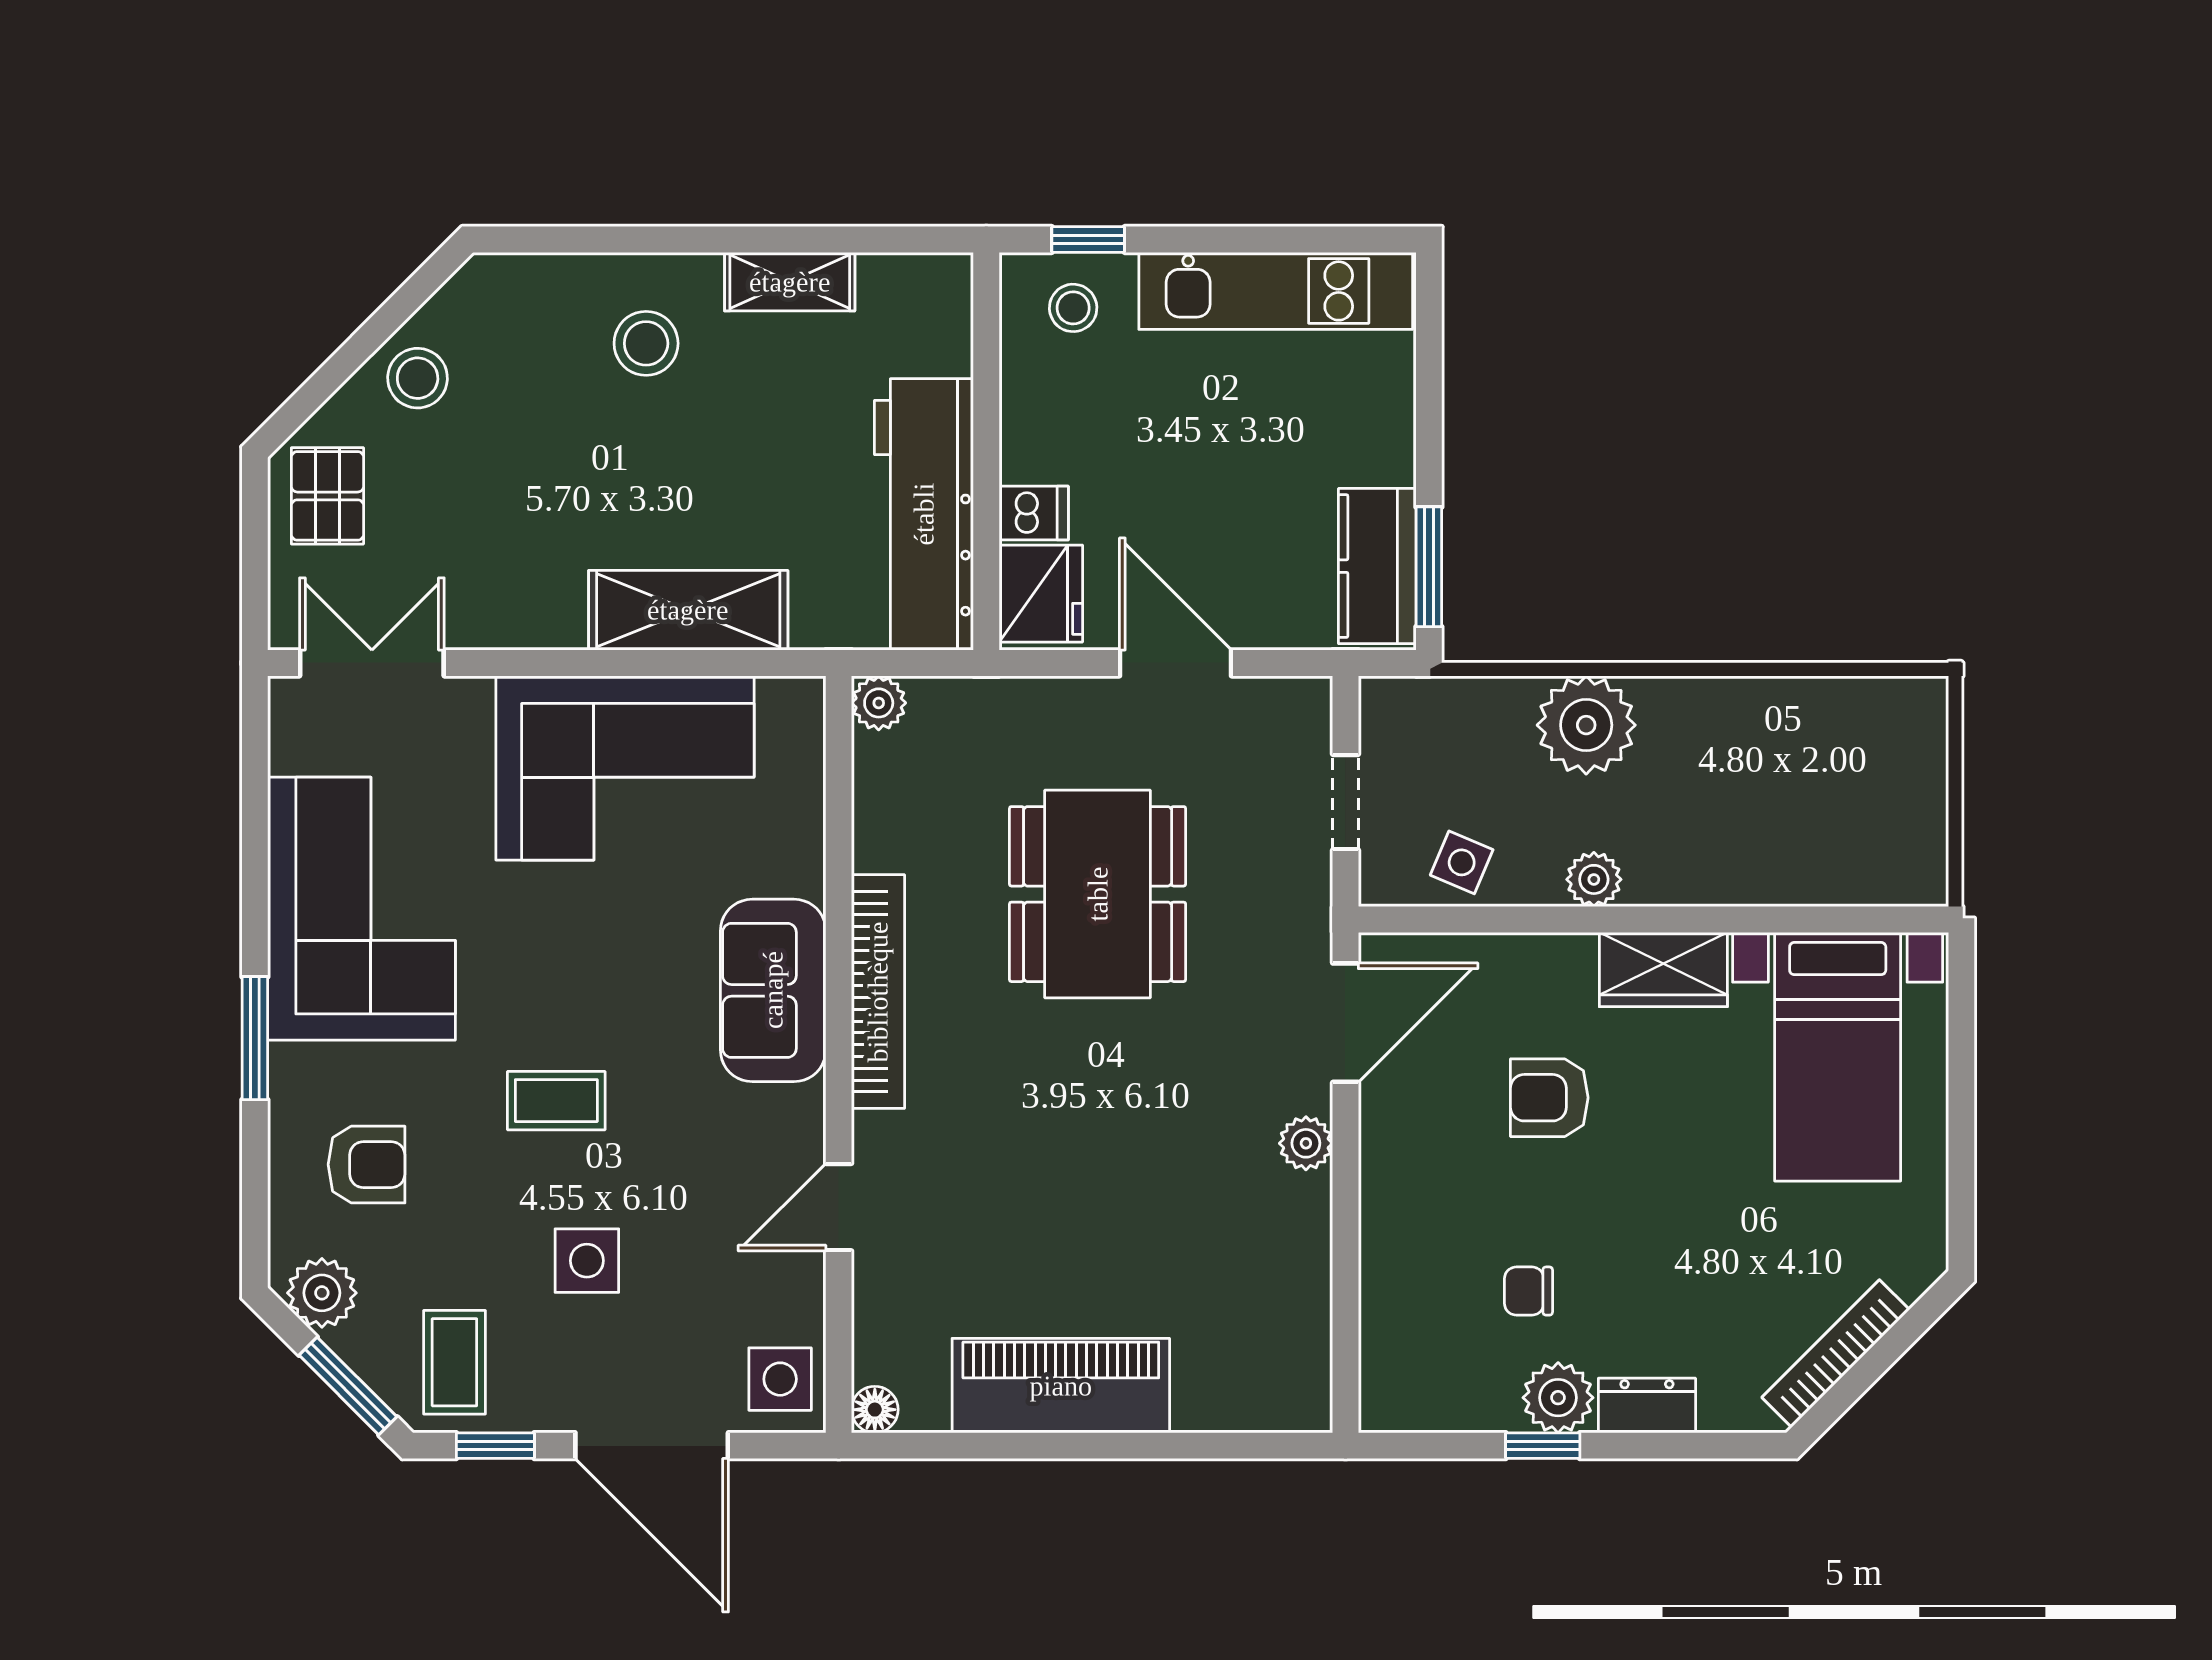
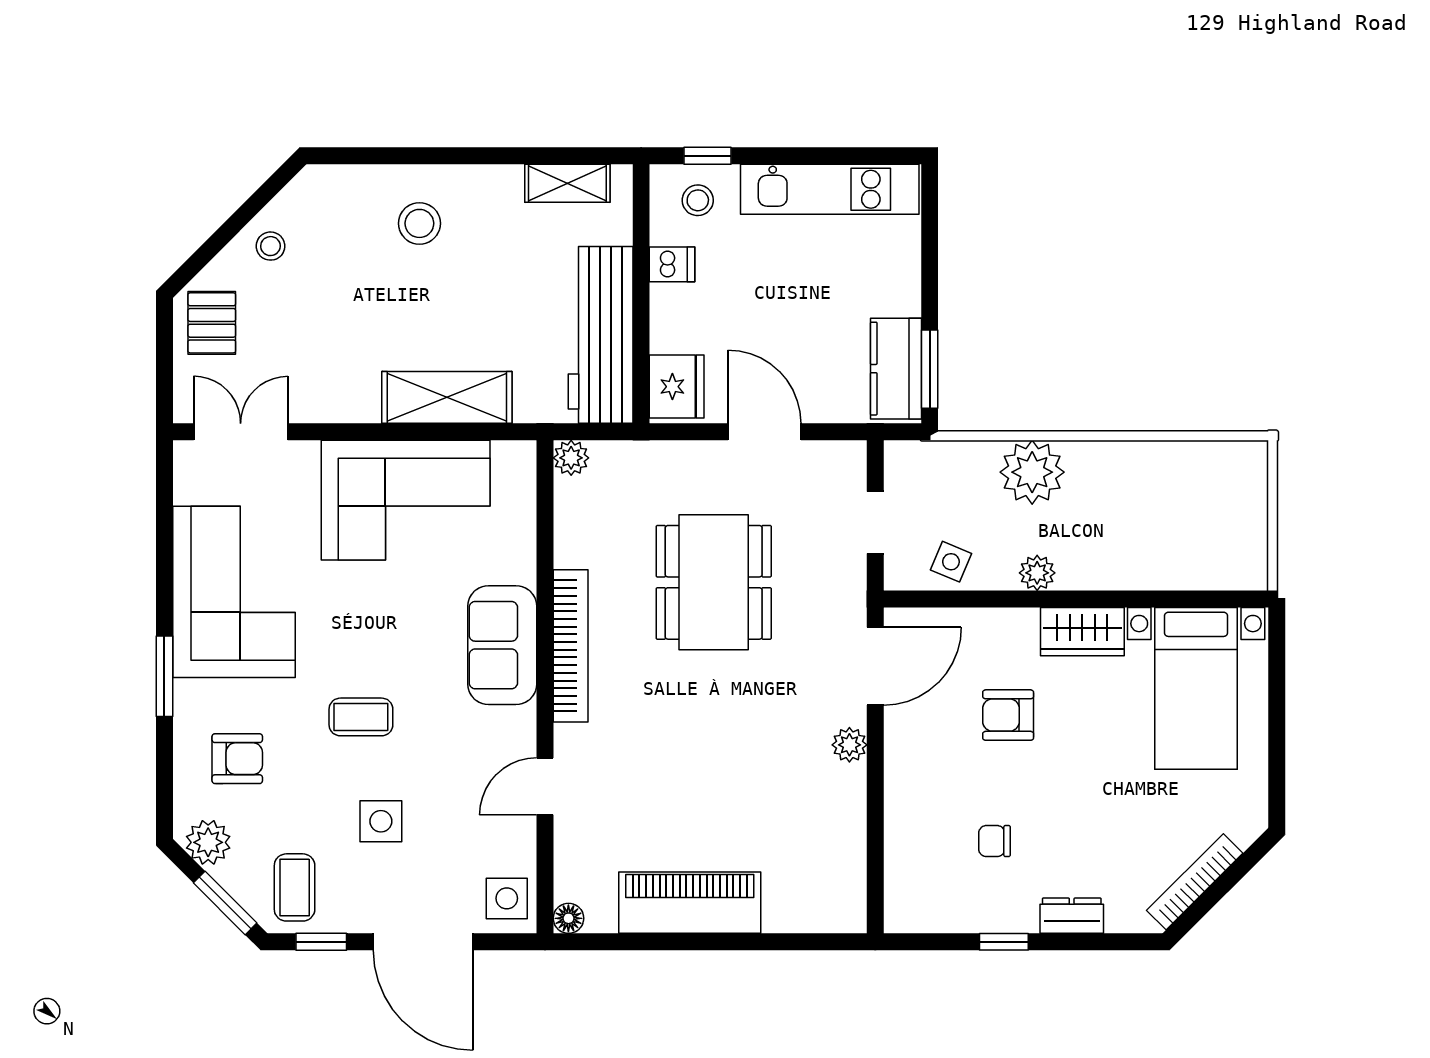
shelving: (790, 282) -> (567, 183), moved
stool: (418, 378) -> (270, 246), width x0.73, depth x0.73
dishwasher: (1034, 513) -> (672, 264), moved
plant: (1558, 1398) -> (1014, 911), removed

